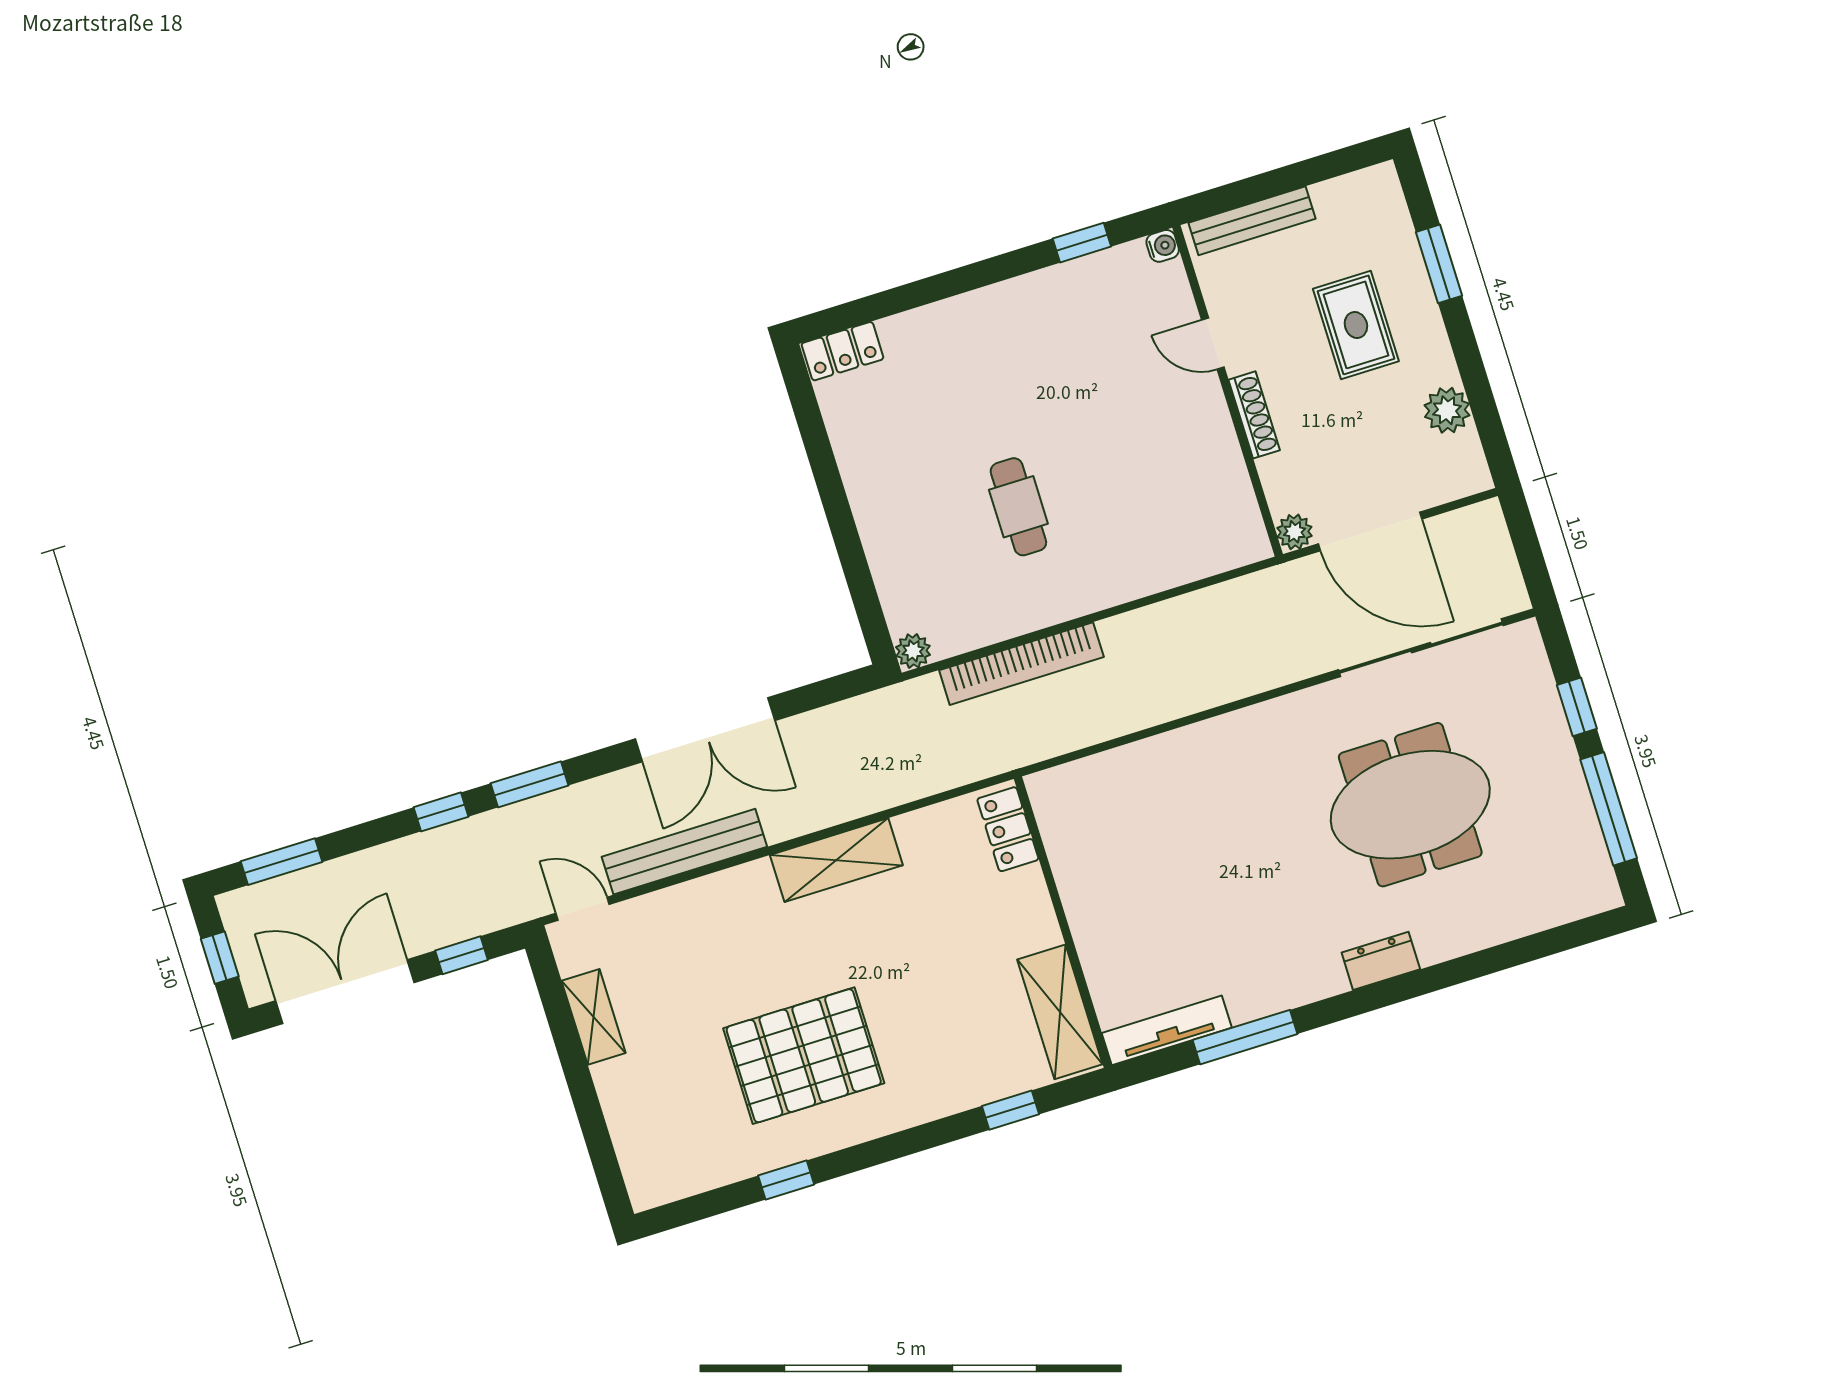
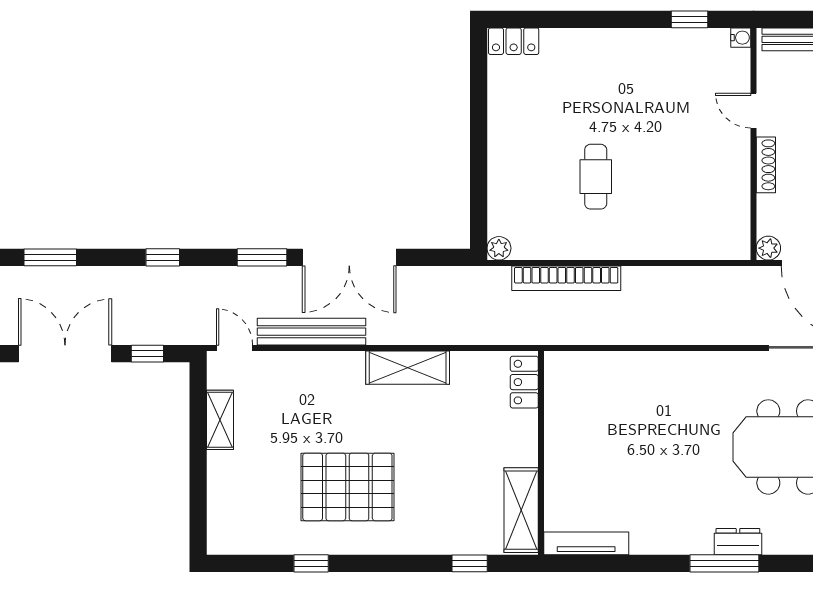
window: (529, 784) -> (262, 257), moved
window: (1245, 1037) -> (724, 563), moved

